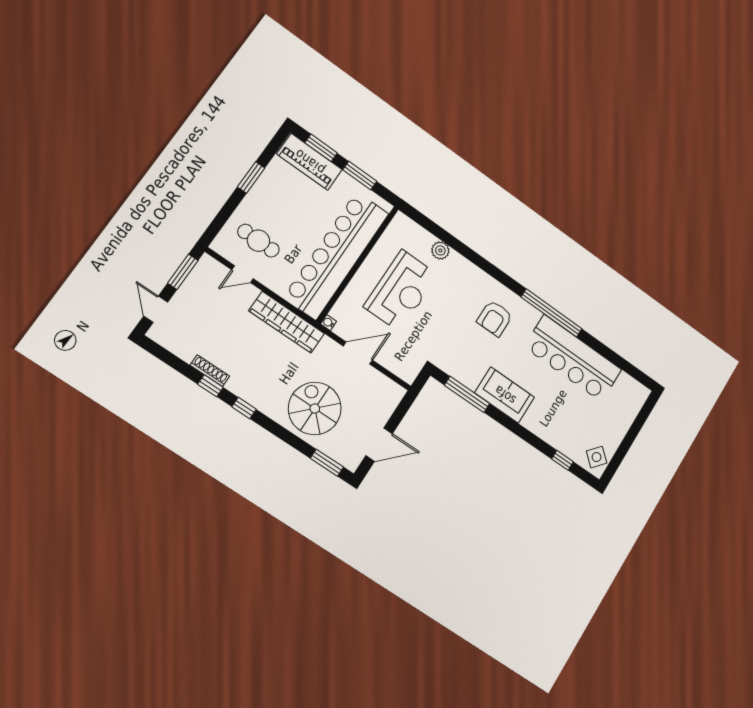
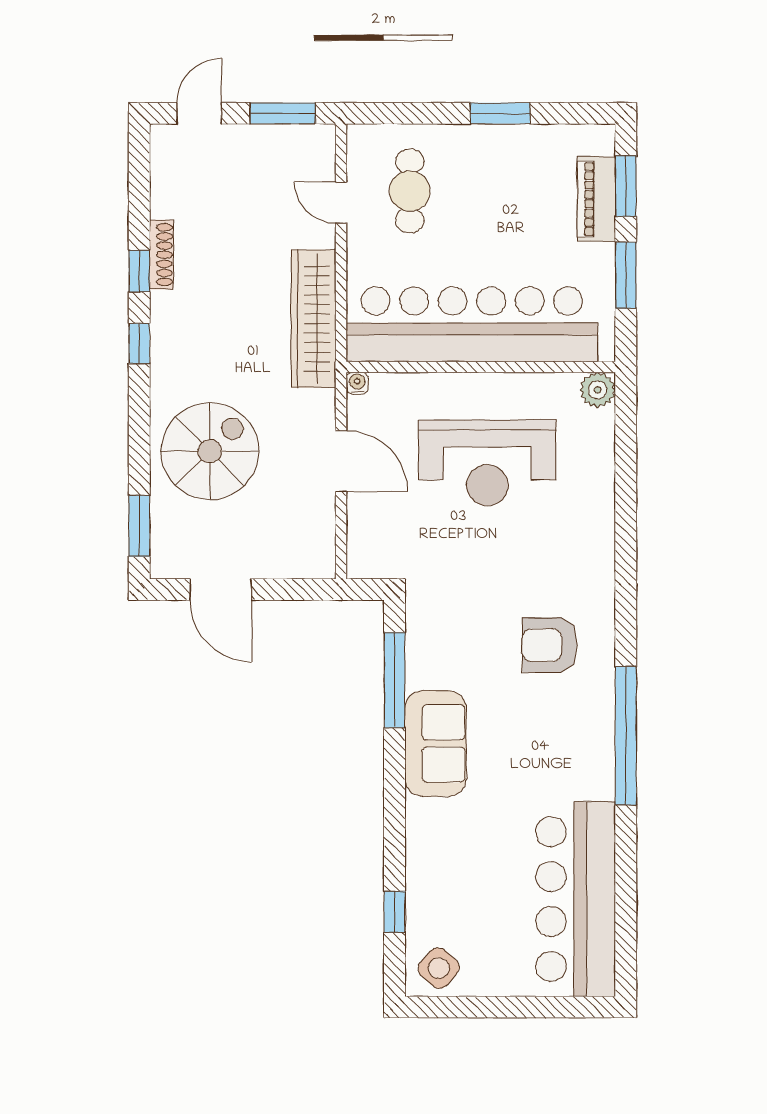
piano: (310, 162) -> (596, 199), width x0.73, depth x0.75
plant: (440, 250) -> (598, 390), moved
bar counter: (573, 358) -> (576, 899), moved

